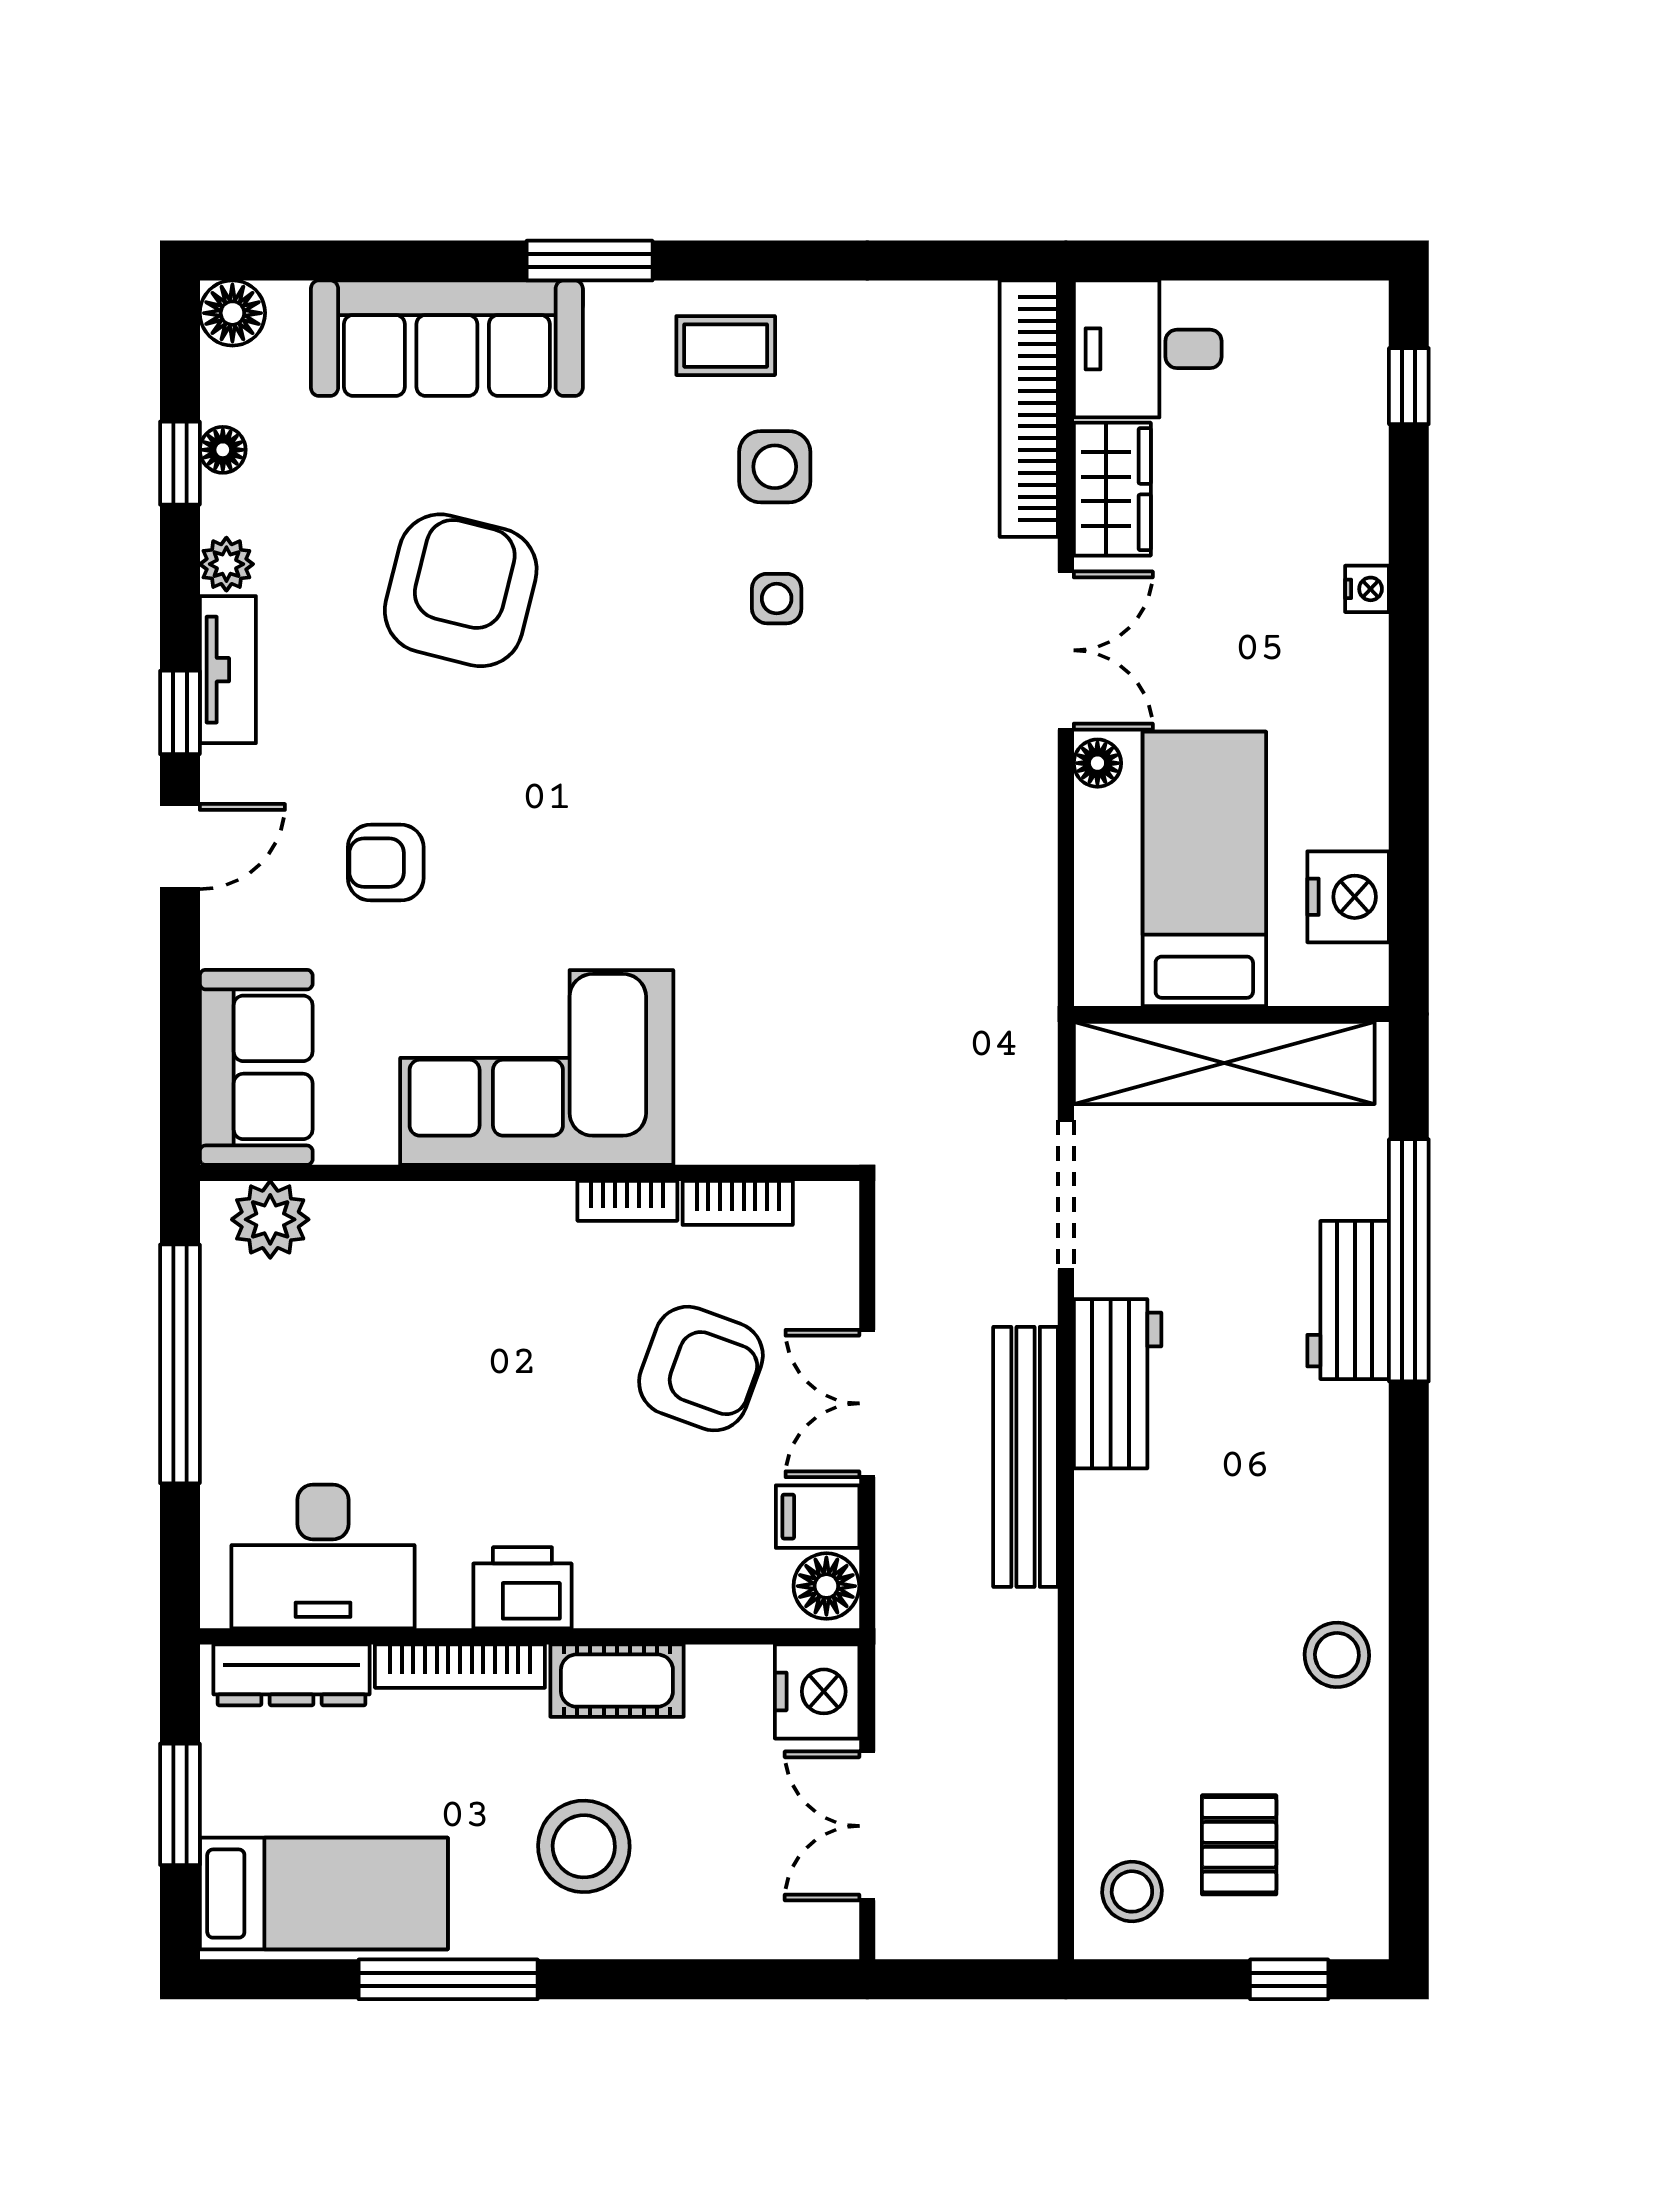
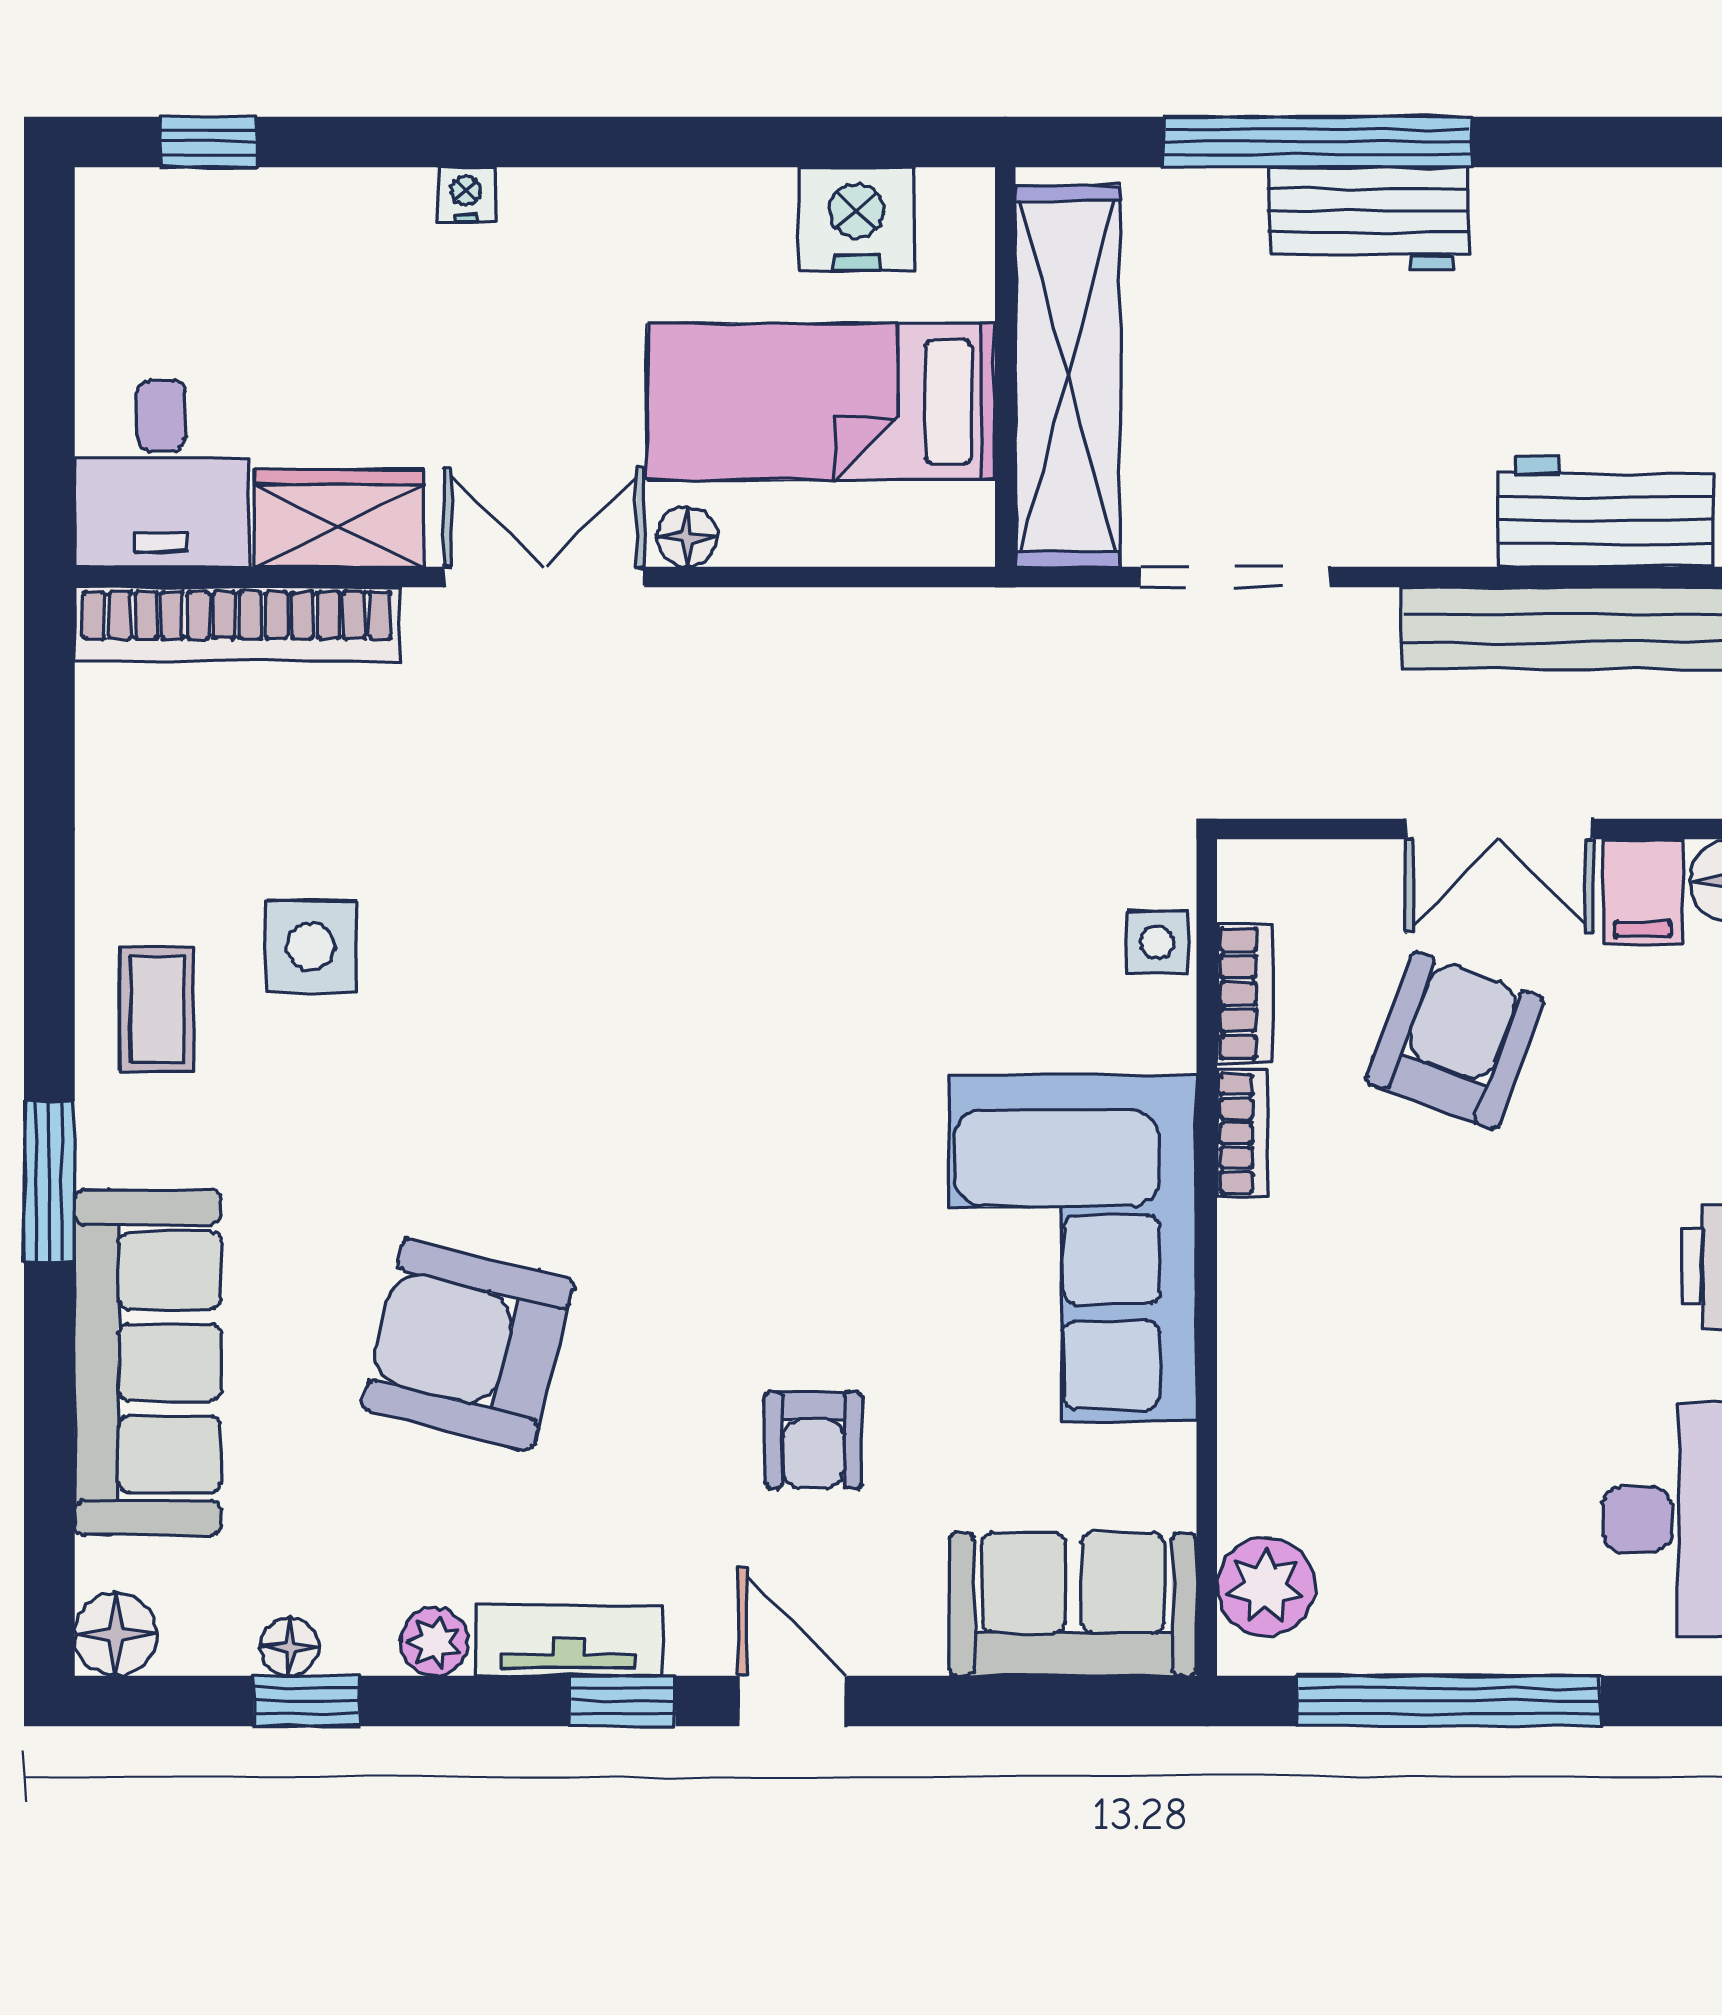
side table: (777, 599) -> (1157, 942), moved
workbench: (1118, 1384) -> (1606, 511), moved

